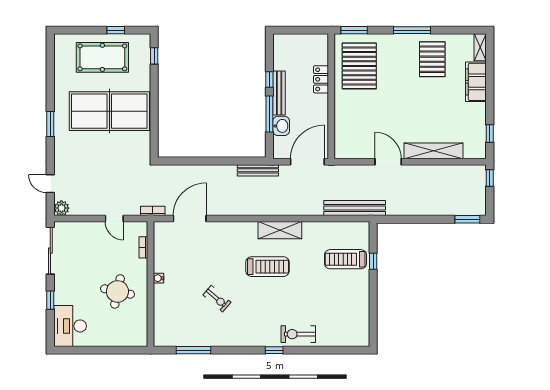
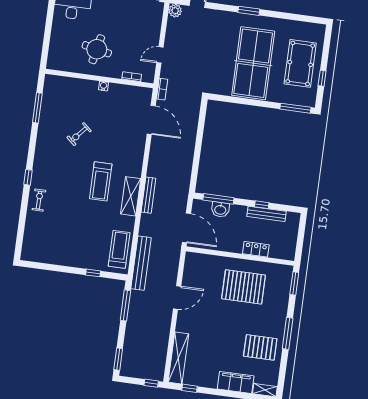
window: (154, 56) -> (295, 108), width x2.17
pallet: (359, 66) -> (244, 287), moved
bench: (279, 93) -> (266, 214), moved
window: (269, 114) -> (218, 199), moved
shelving: (434, 151) -> (178, 358), moved
bench: (258, 170) -> (148, 195), moved
window: (405, 219) -> (125, 305), added
treadmill: (345, 259) -> (119, 249), moved
exercise bike: (298, 334) -> (39, 200), width x0.73, depth x0.72

